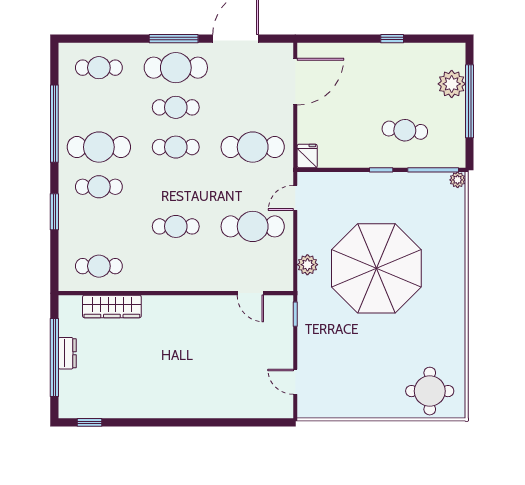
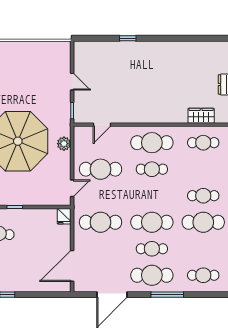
window: (174, 39) -> (167, 295), moved
cafe table: (176, 147) -> (152, 222), width x1.37, depth x1.35
cafe table: (176, 266) -> (152, 143), added
door: (250, 293) -> (102, 125), swing flipped
wardrobe: (112, 306) -> (201, 116), width x0.67
door: (295, 382) -> (72, 82), moved
window: (90, 422) -> (128, 38), moved

